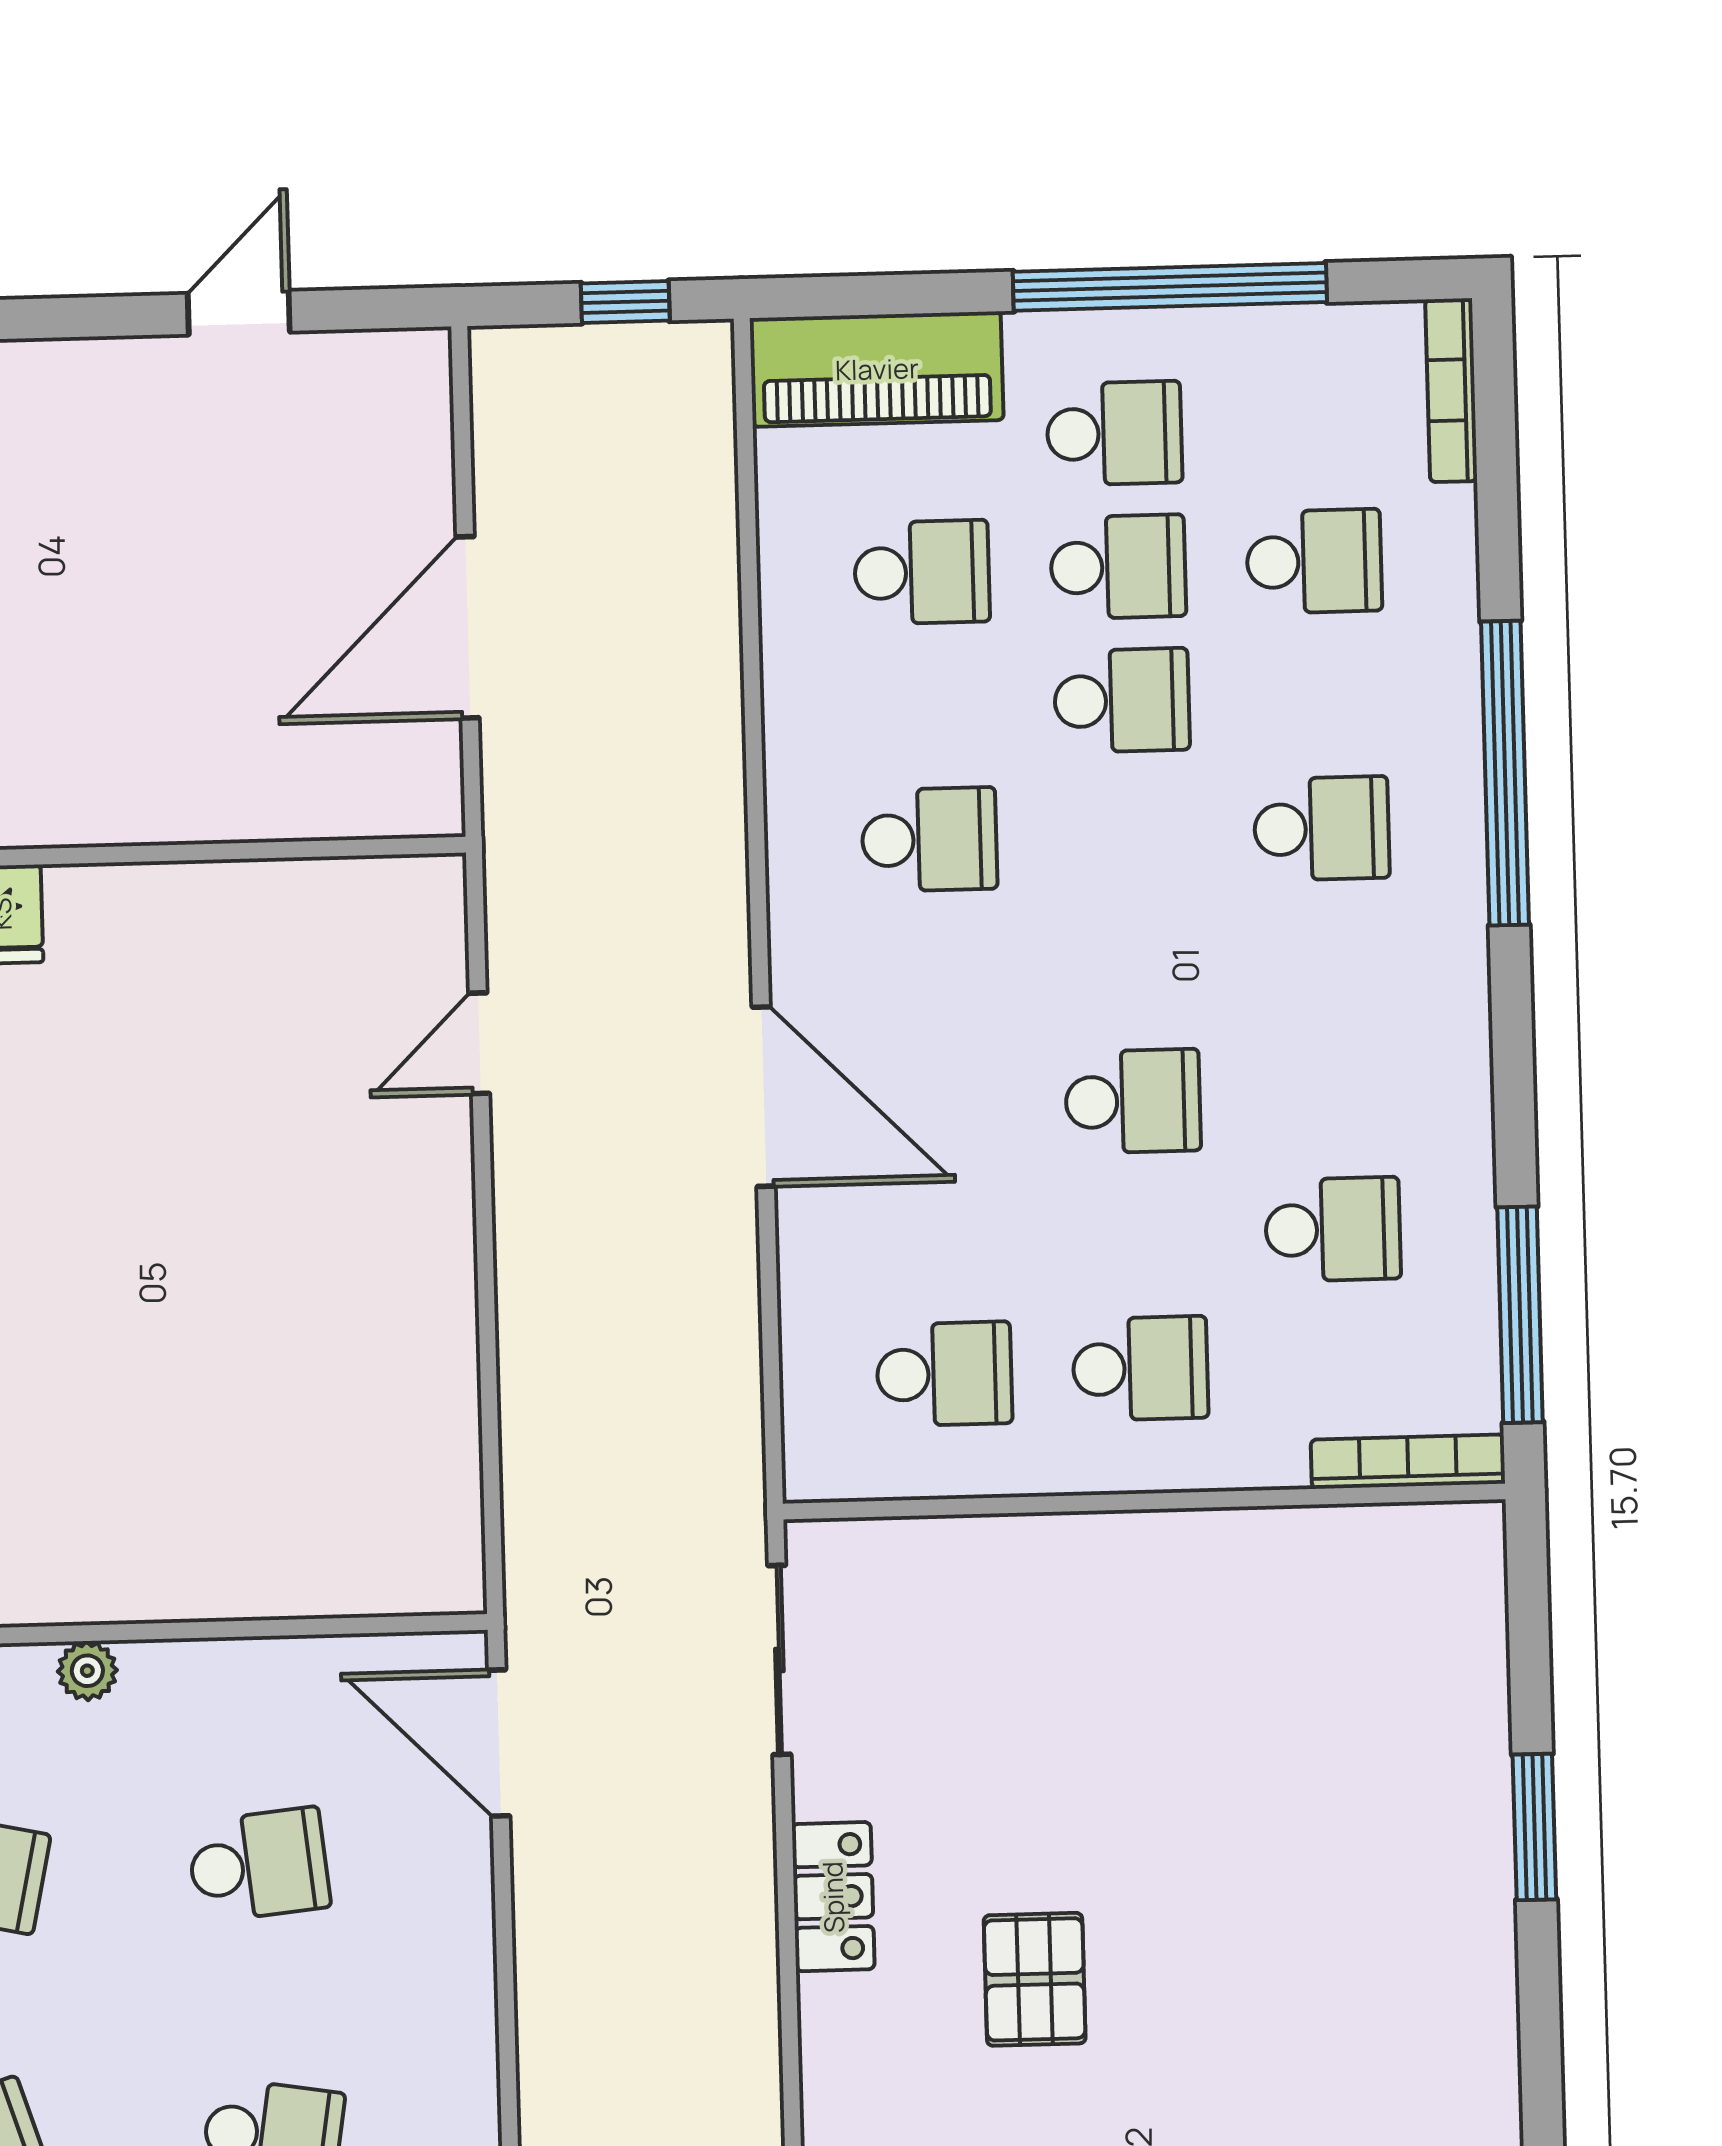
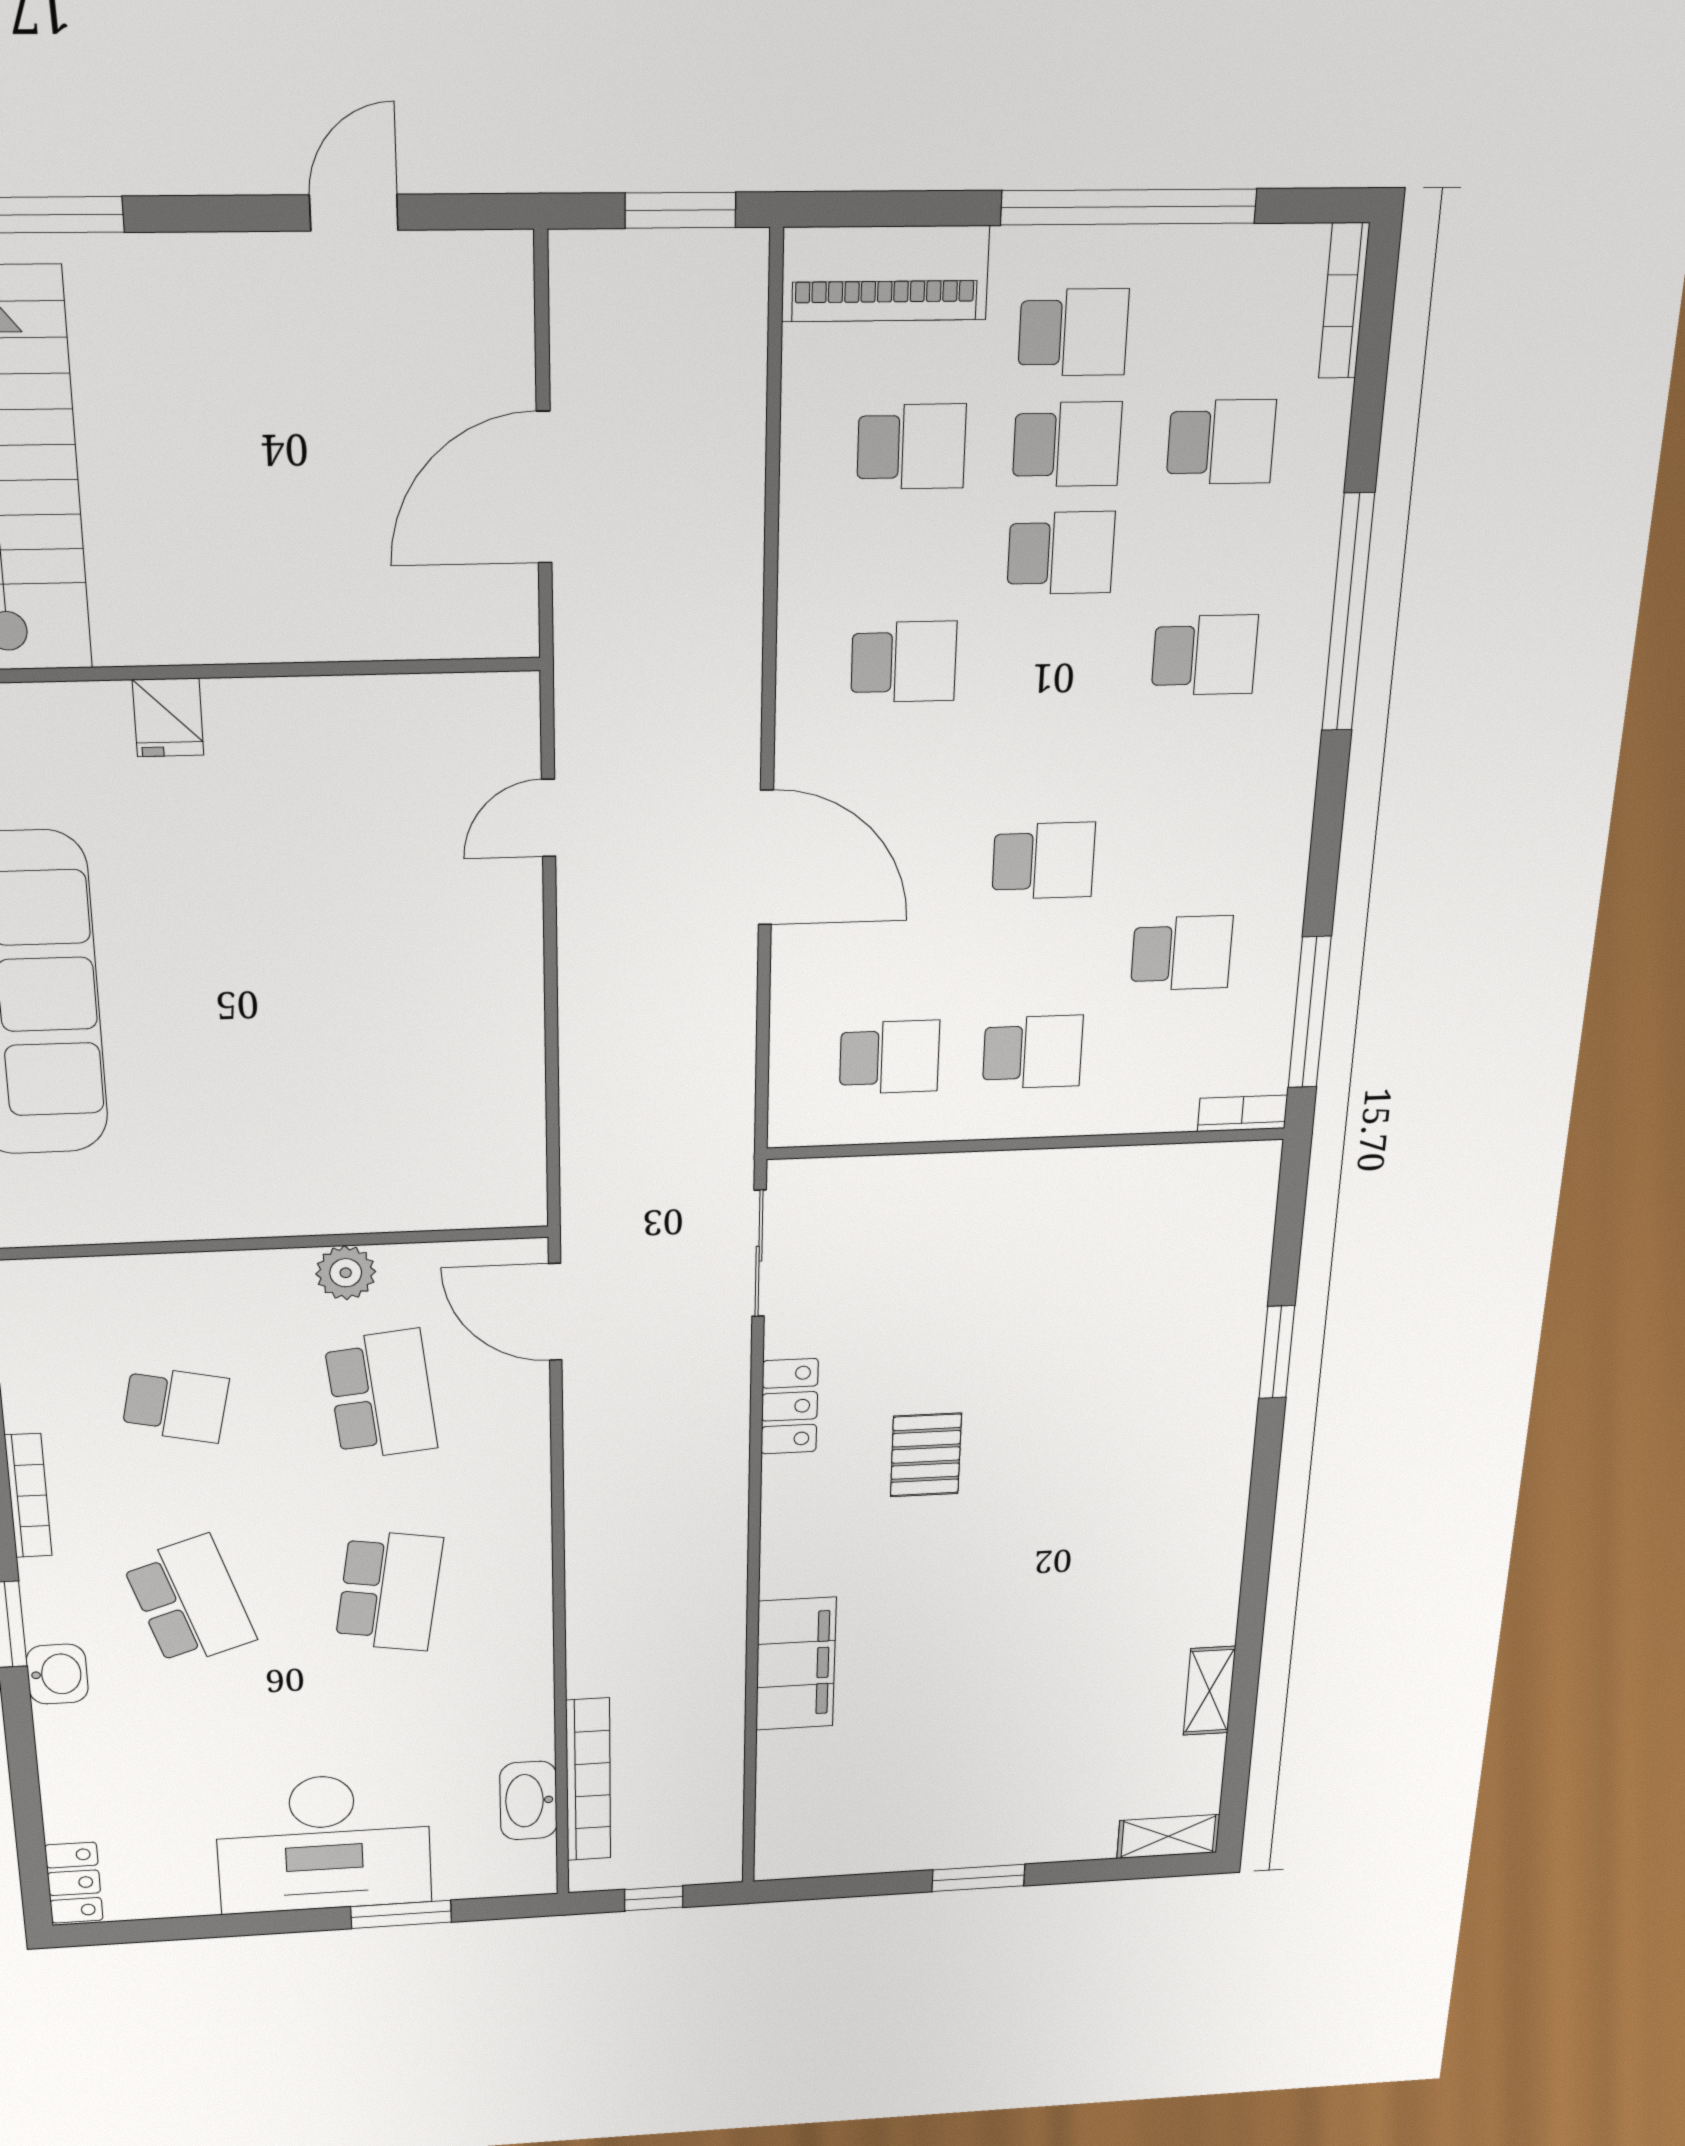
window: (625, 302) -> (680, 210), width x1.50
bookcase: (1408, 1462) -> (1242, 1113), width x0.64
plant: (87, 1671) -> (346, 1273), moved, width x1.38, depth x1.38
school desk: (258, 1865) -> (381, 1395), width x1.85

